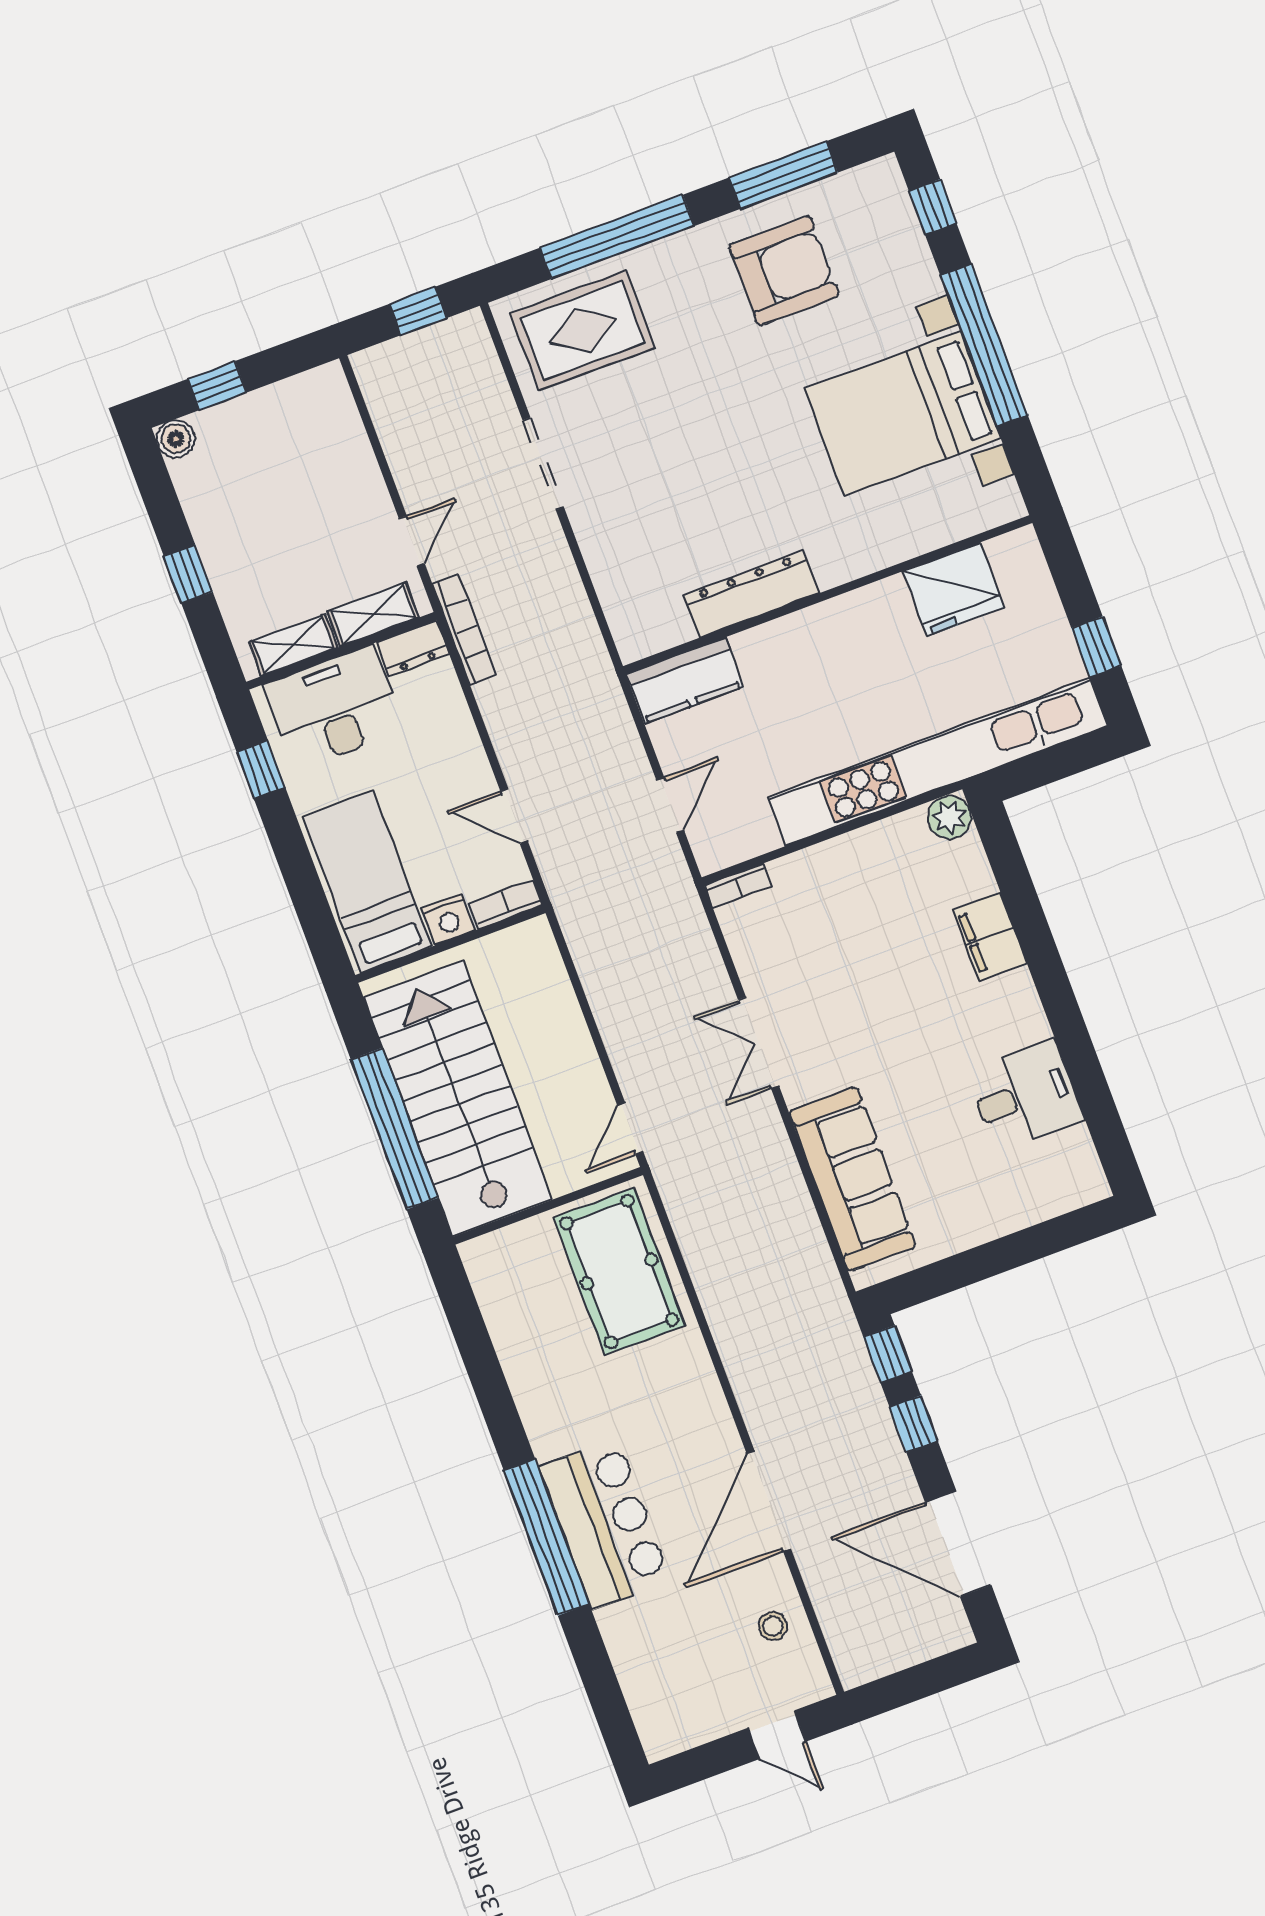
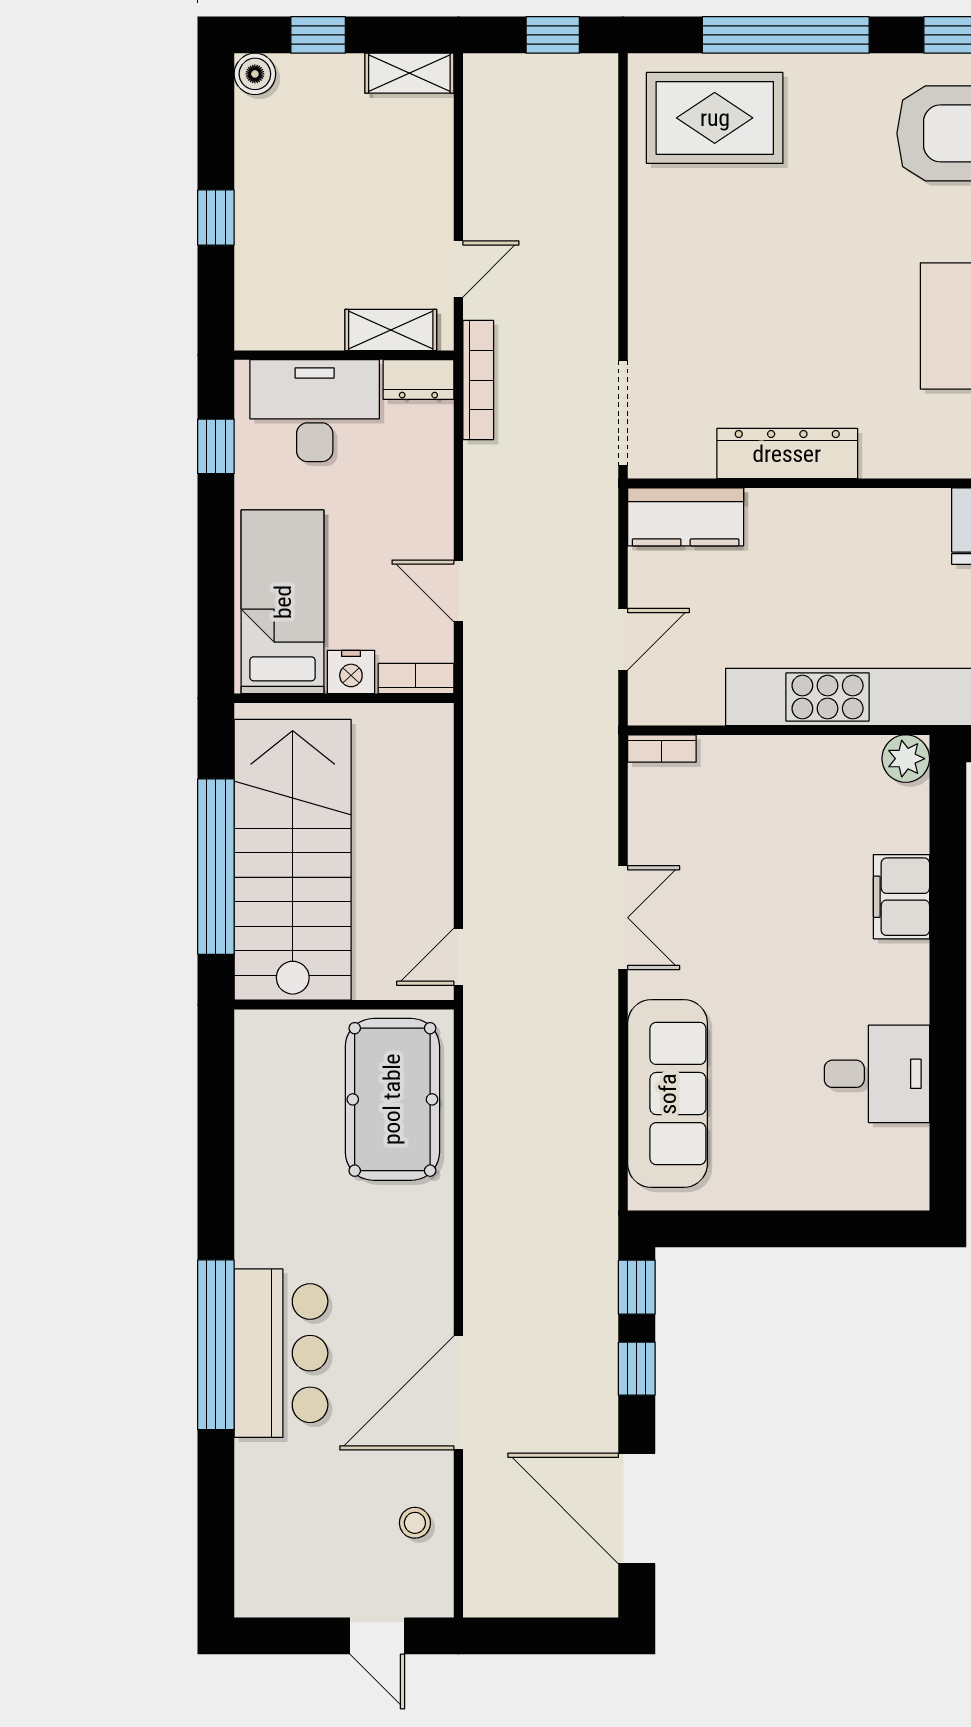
doorway: (543, 464) -> (623, 413), moved
shelving: (293, 645) -> (409, 73), moved
double door: (759, 1043) -> (623, 918), swing flipped

